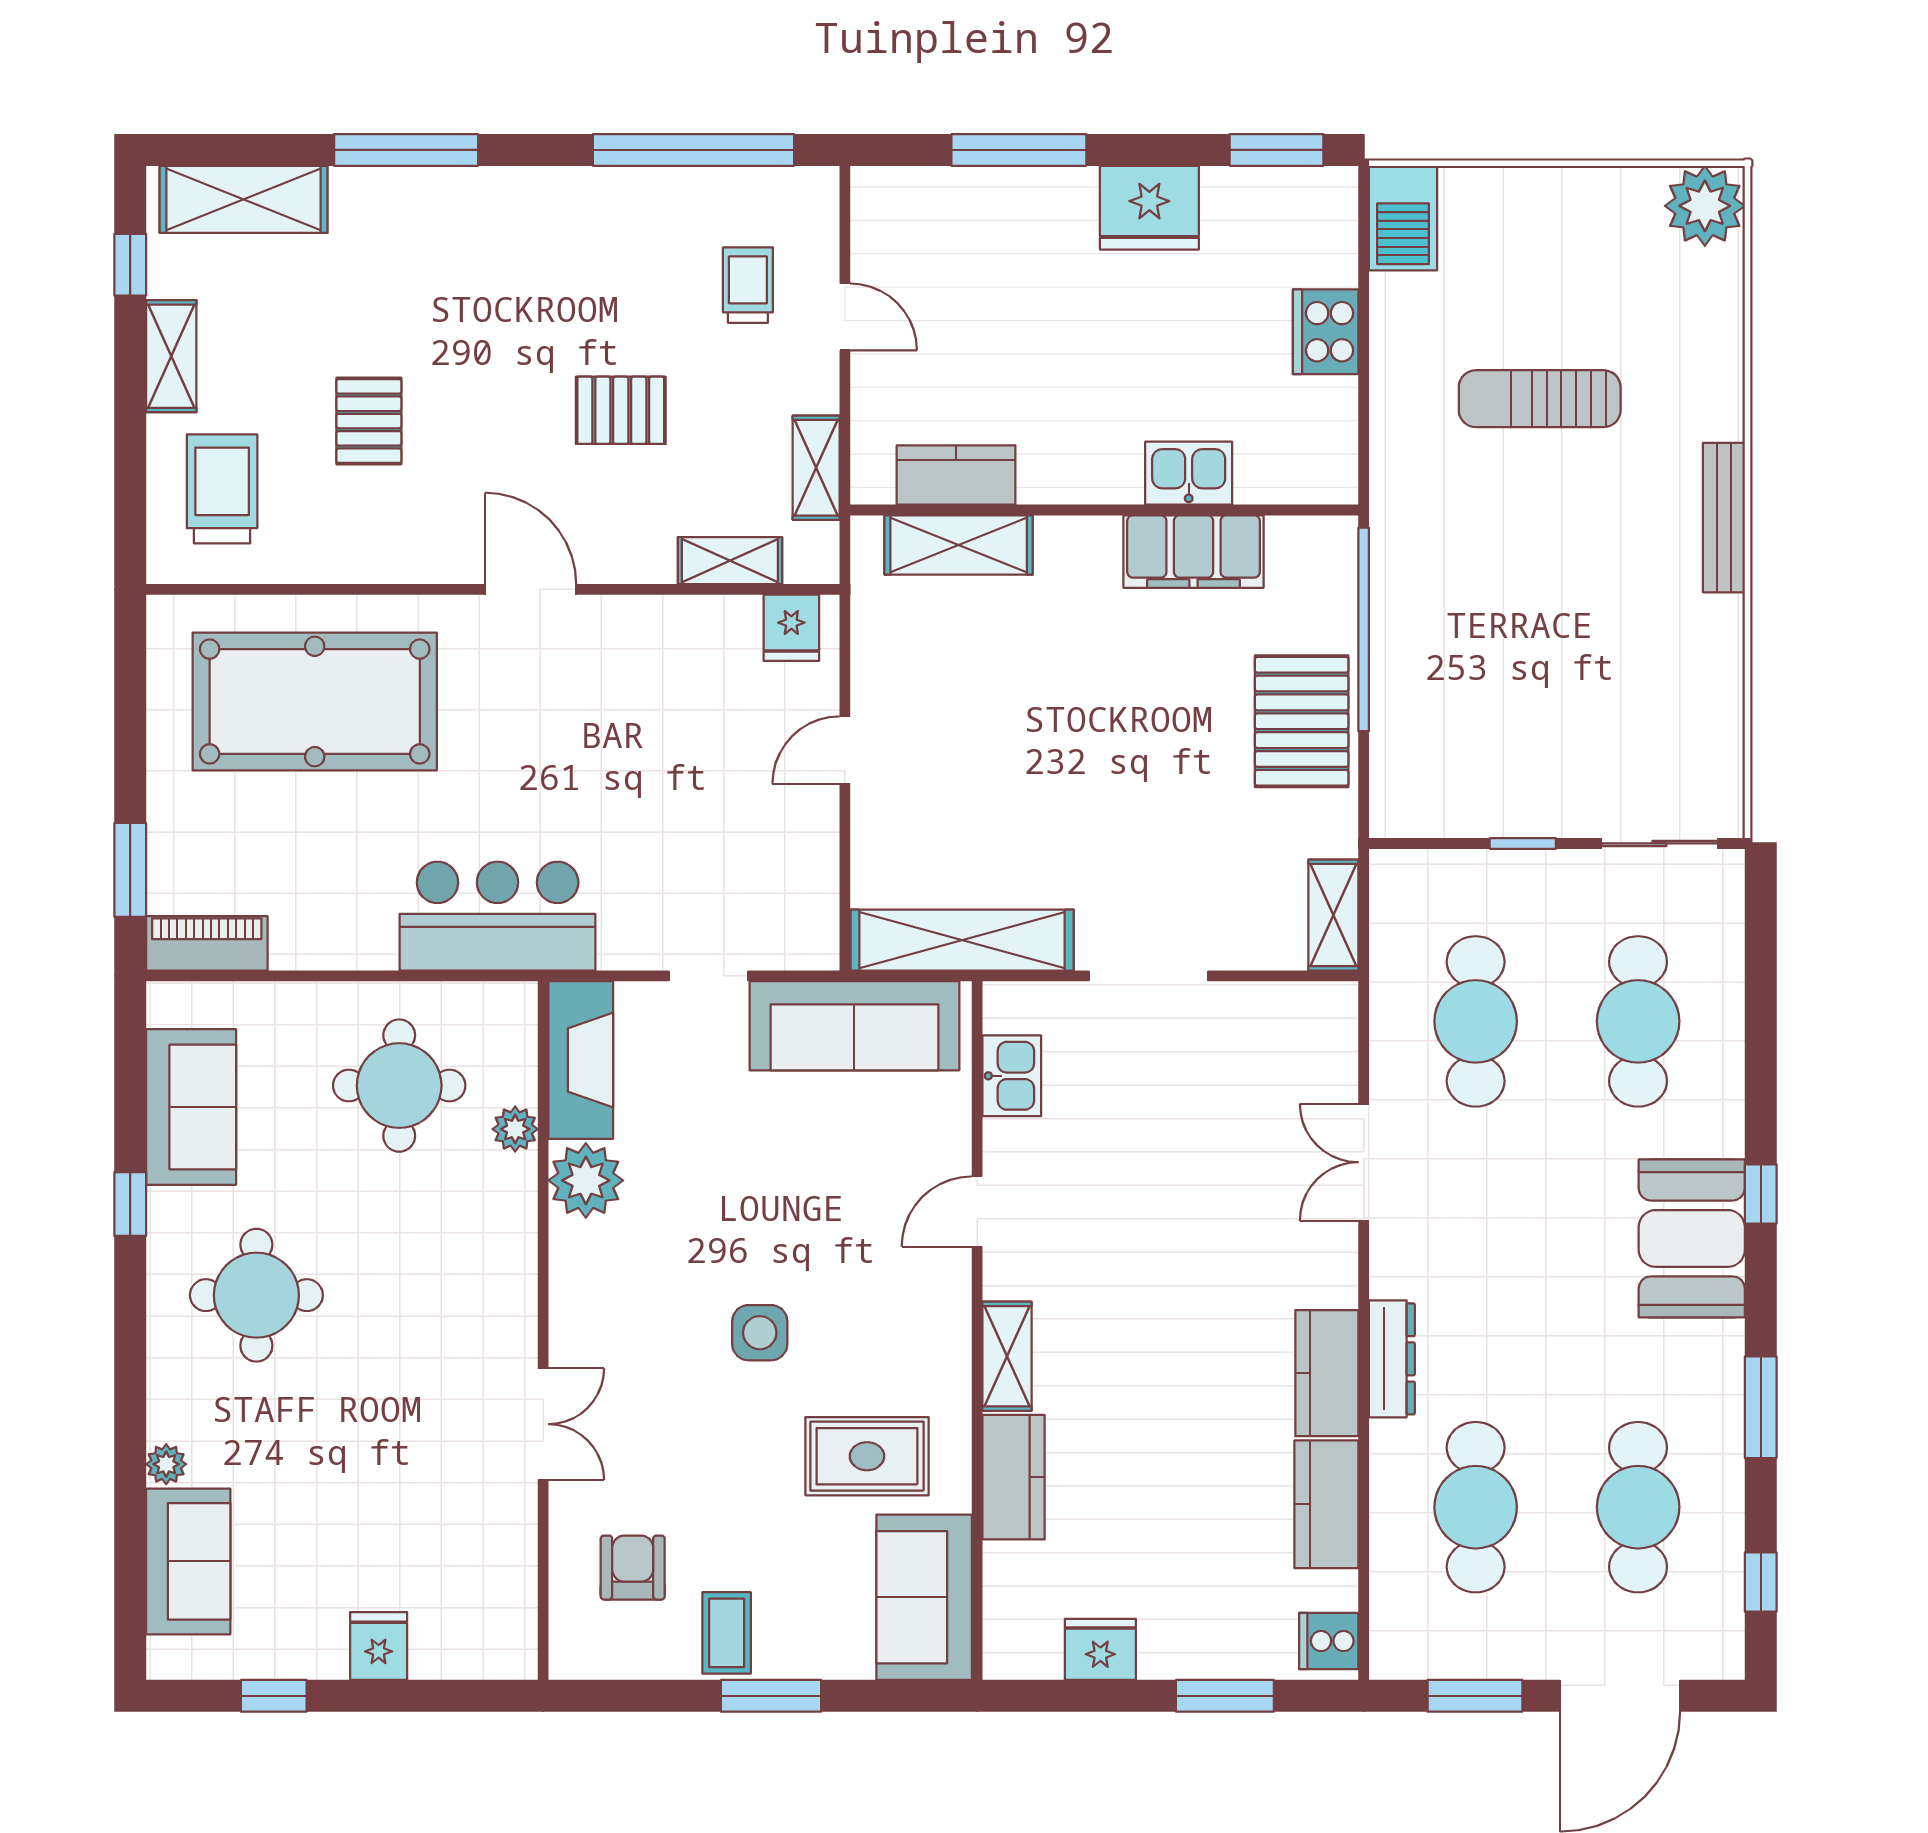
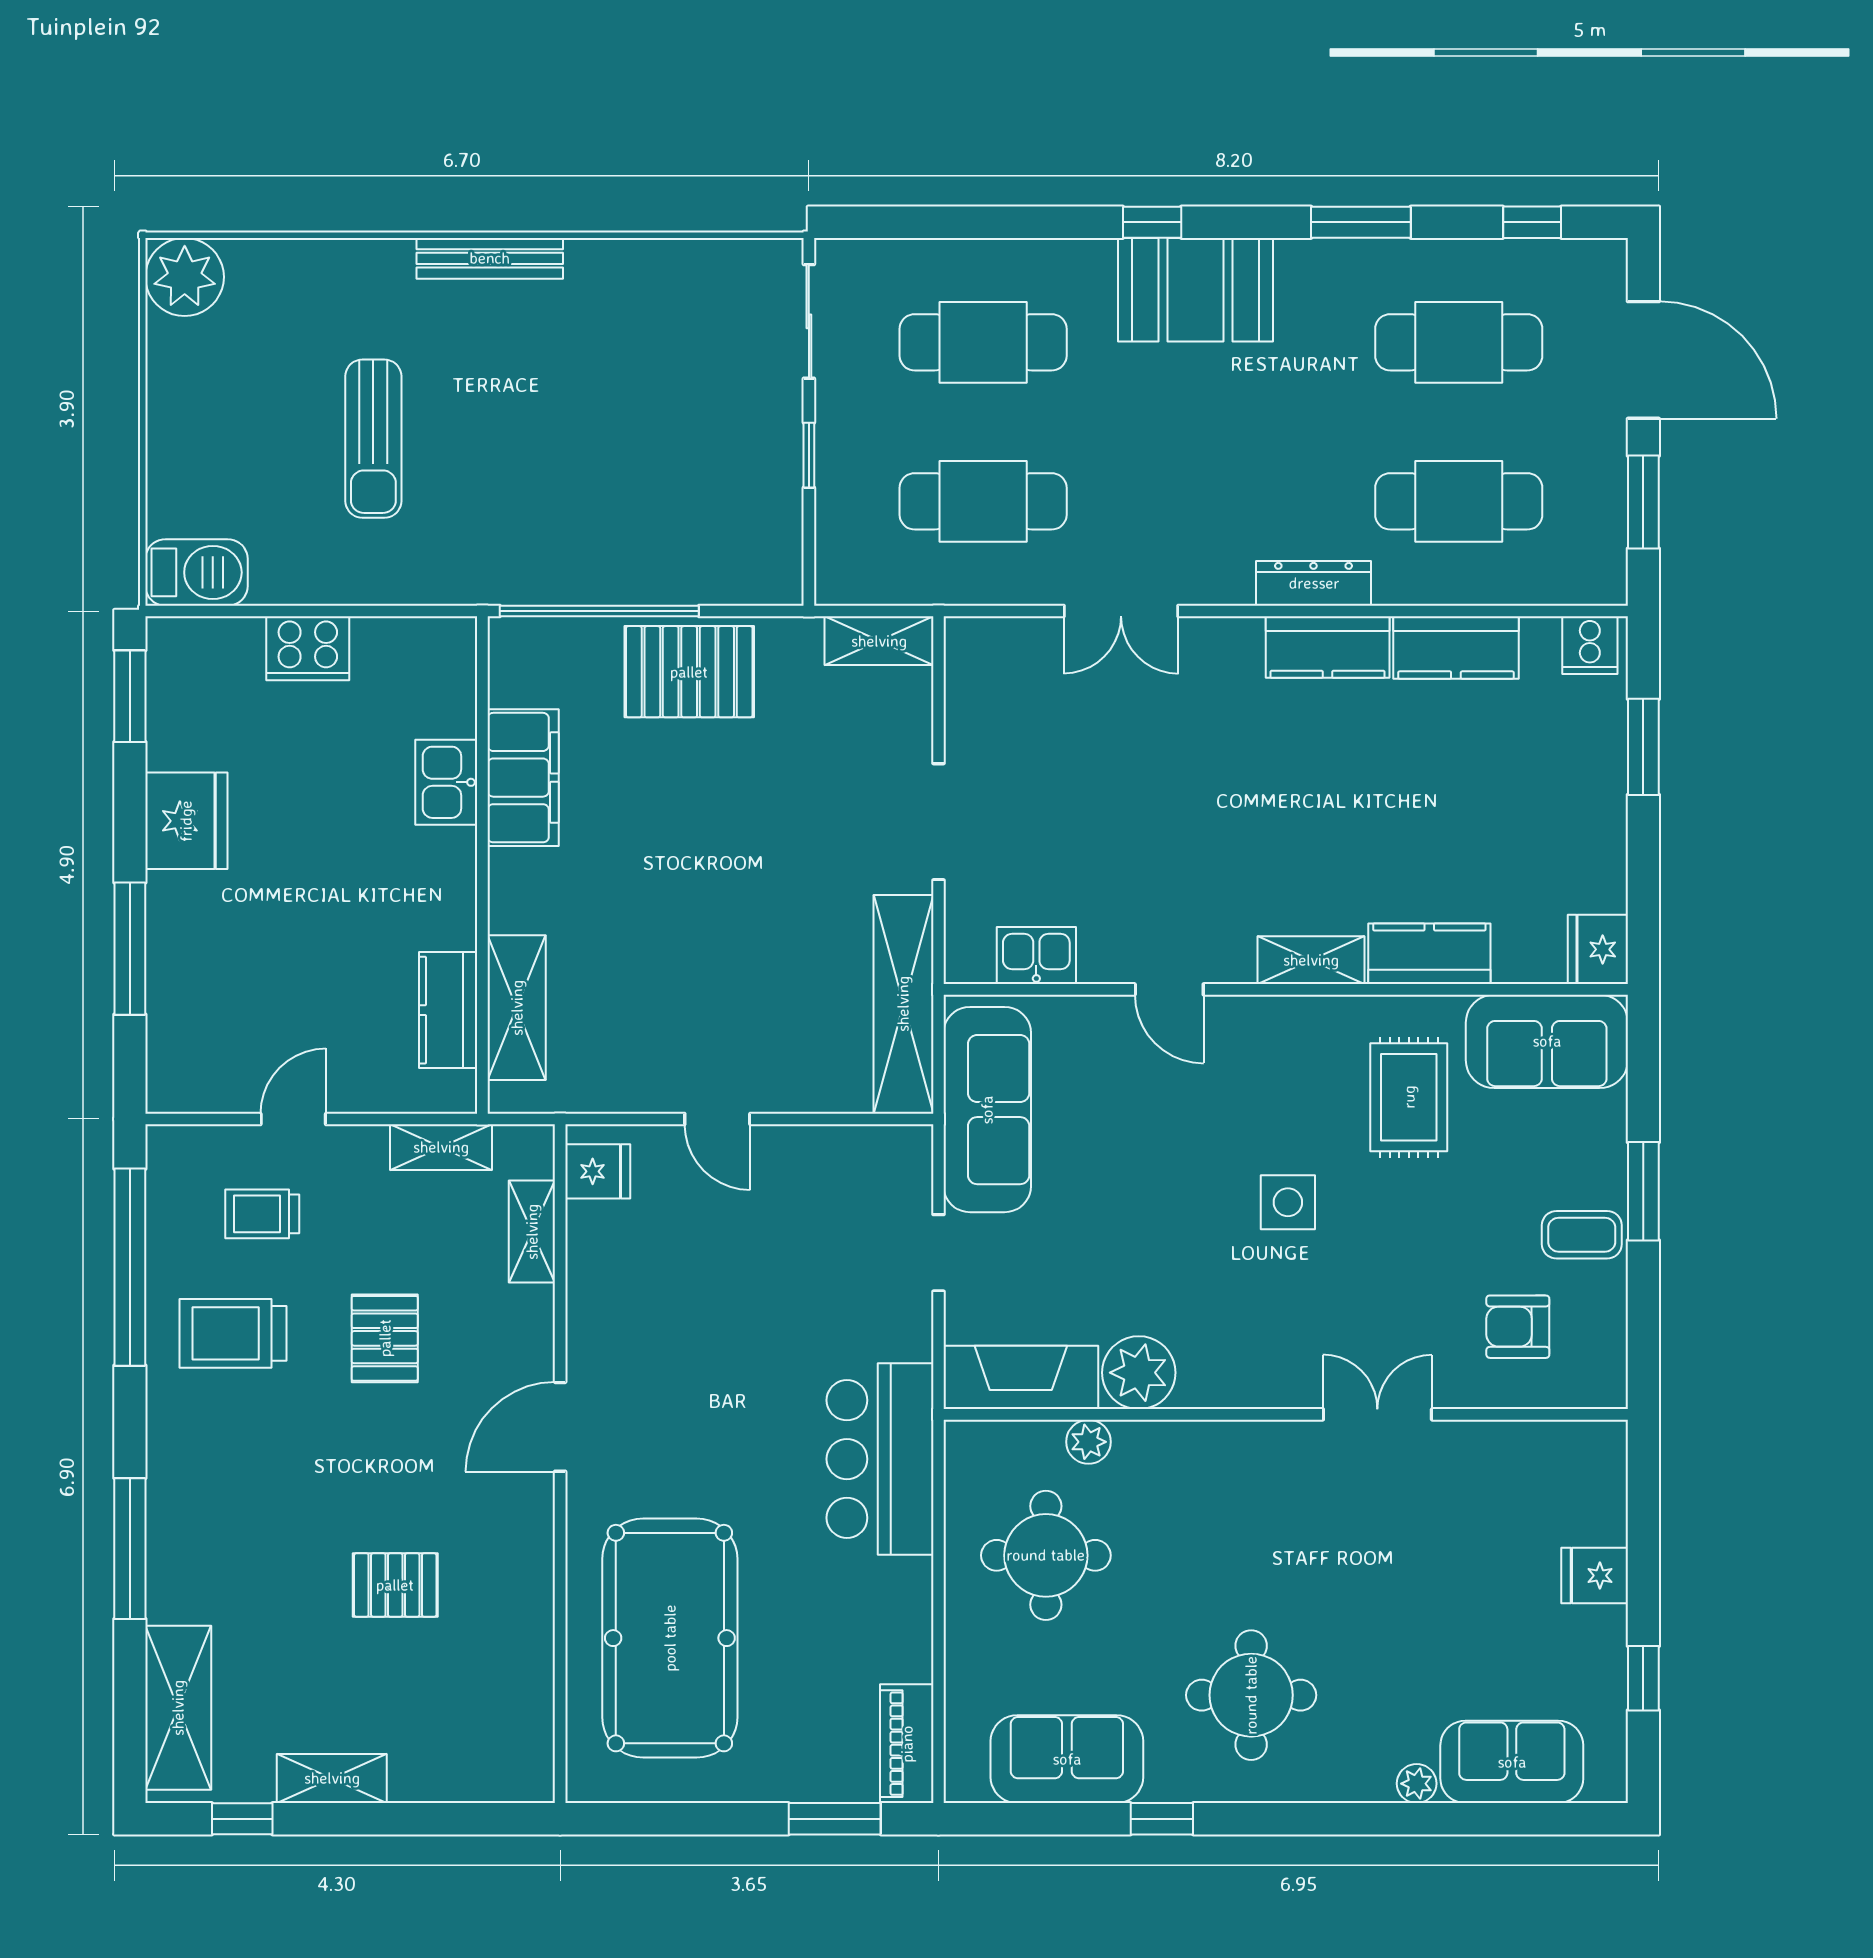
trolley: (222, 489) -> (233, 1333), moved
fridge: (1100, 1649) -> (1598, 949), moved

